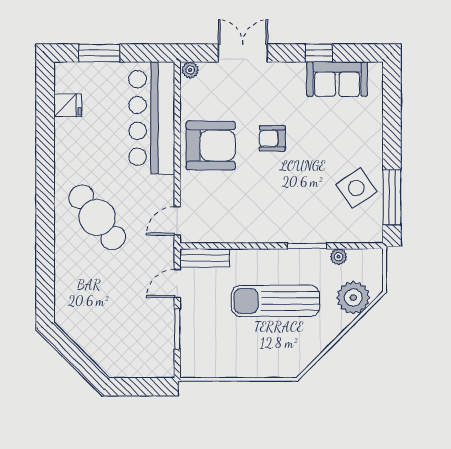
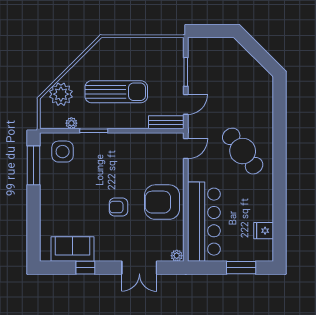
armchair: (272, 138) -> (118, 207), turned 180
side table: (356, 188) -> (63, 152), moved, turned 34

